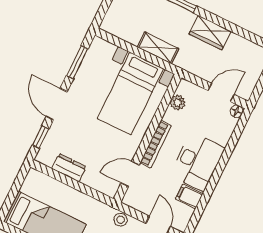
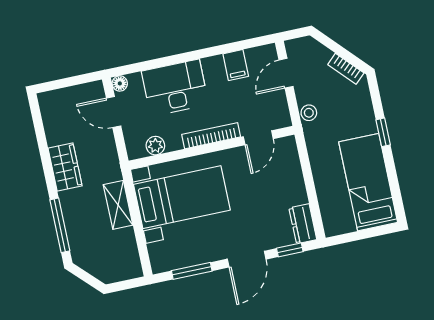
desk: (197, 162) -> (175, 88), moved
dresser: (69, 168) -> (303, 224), moved
door: (130, 174) -> (258, 138), hinge flipped

